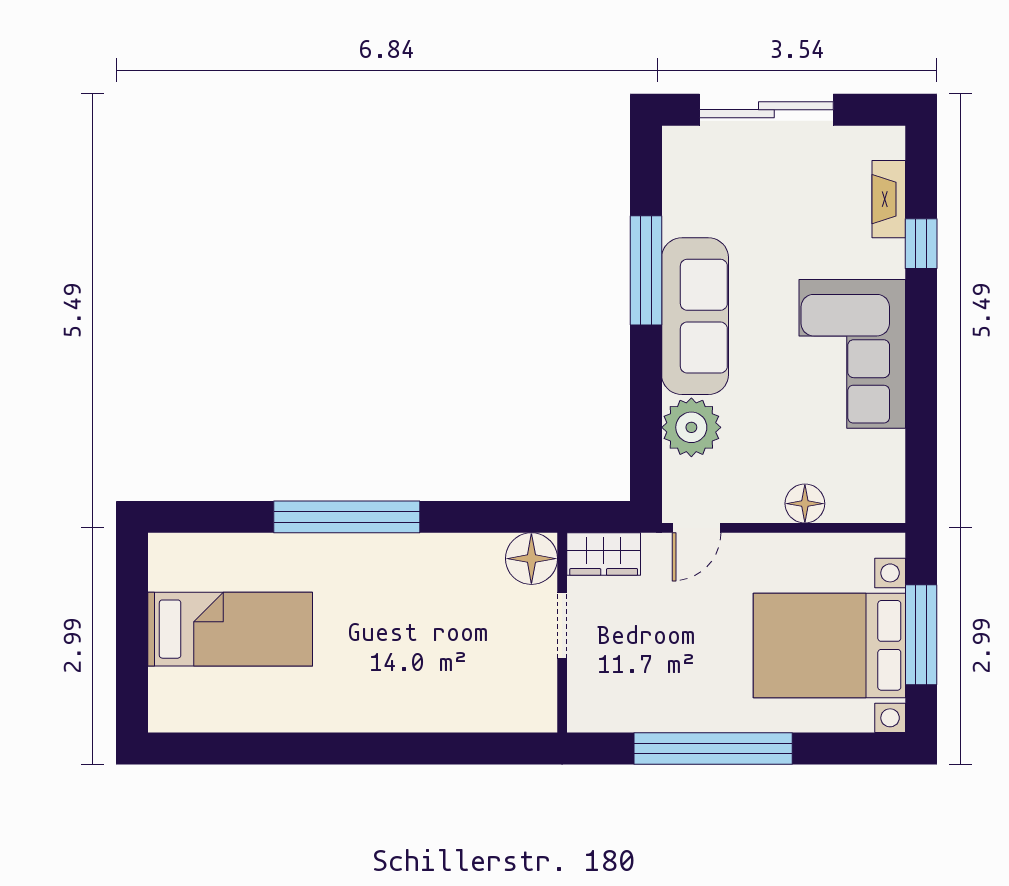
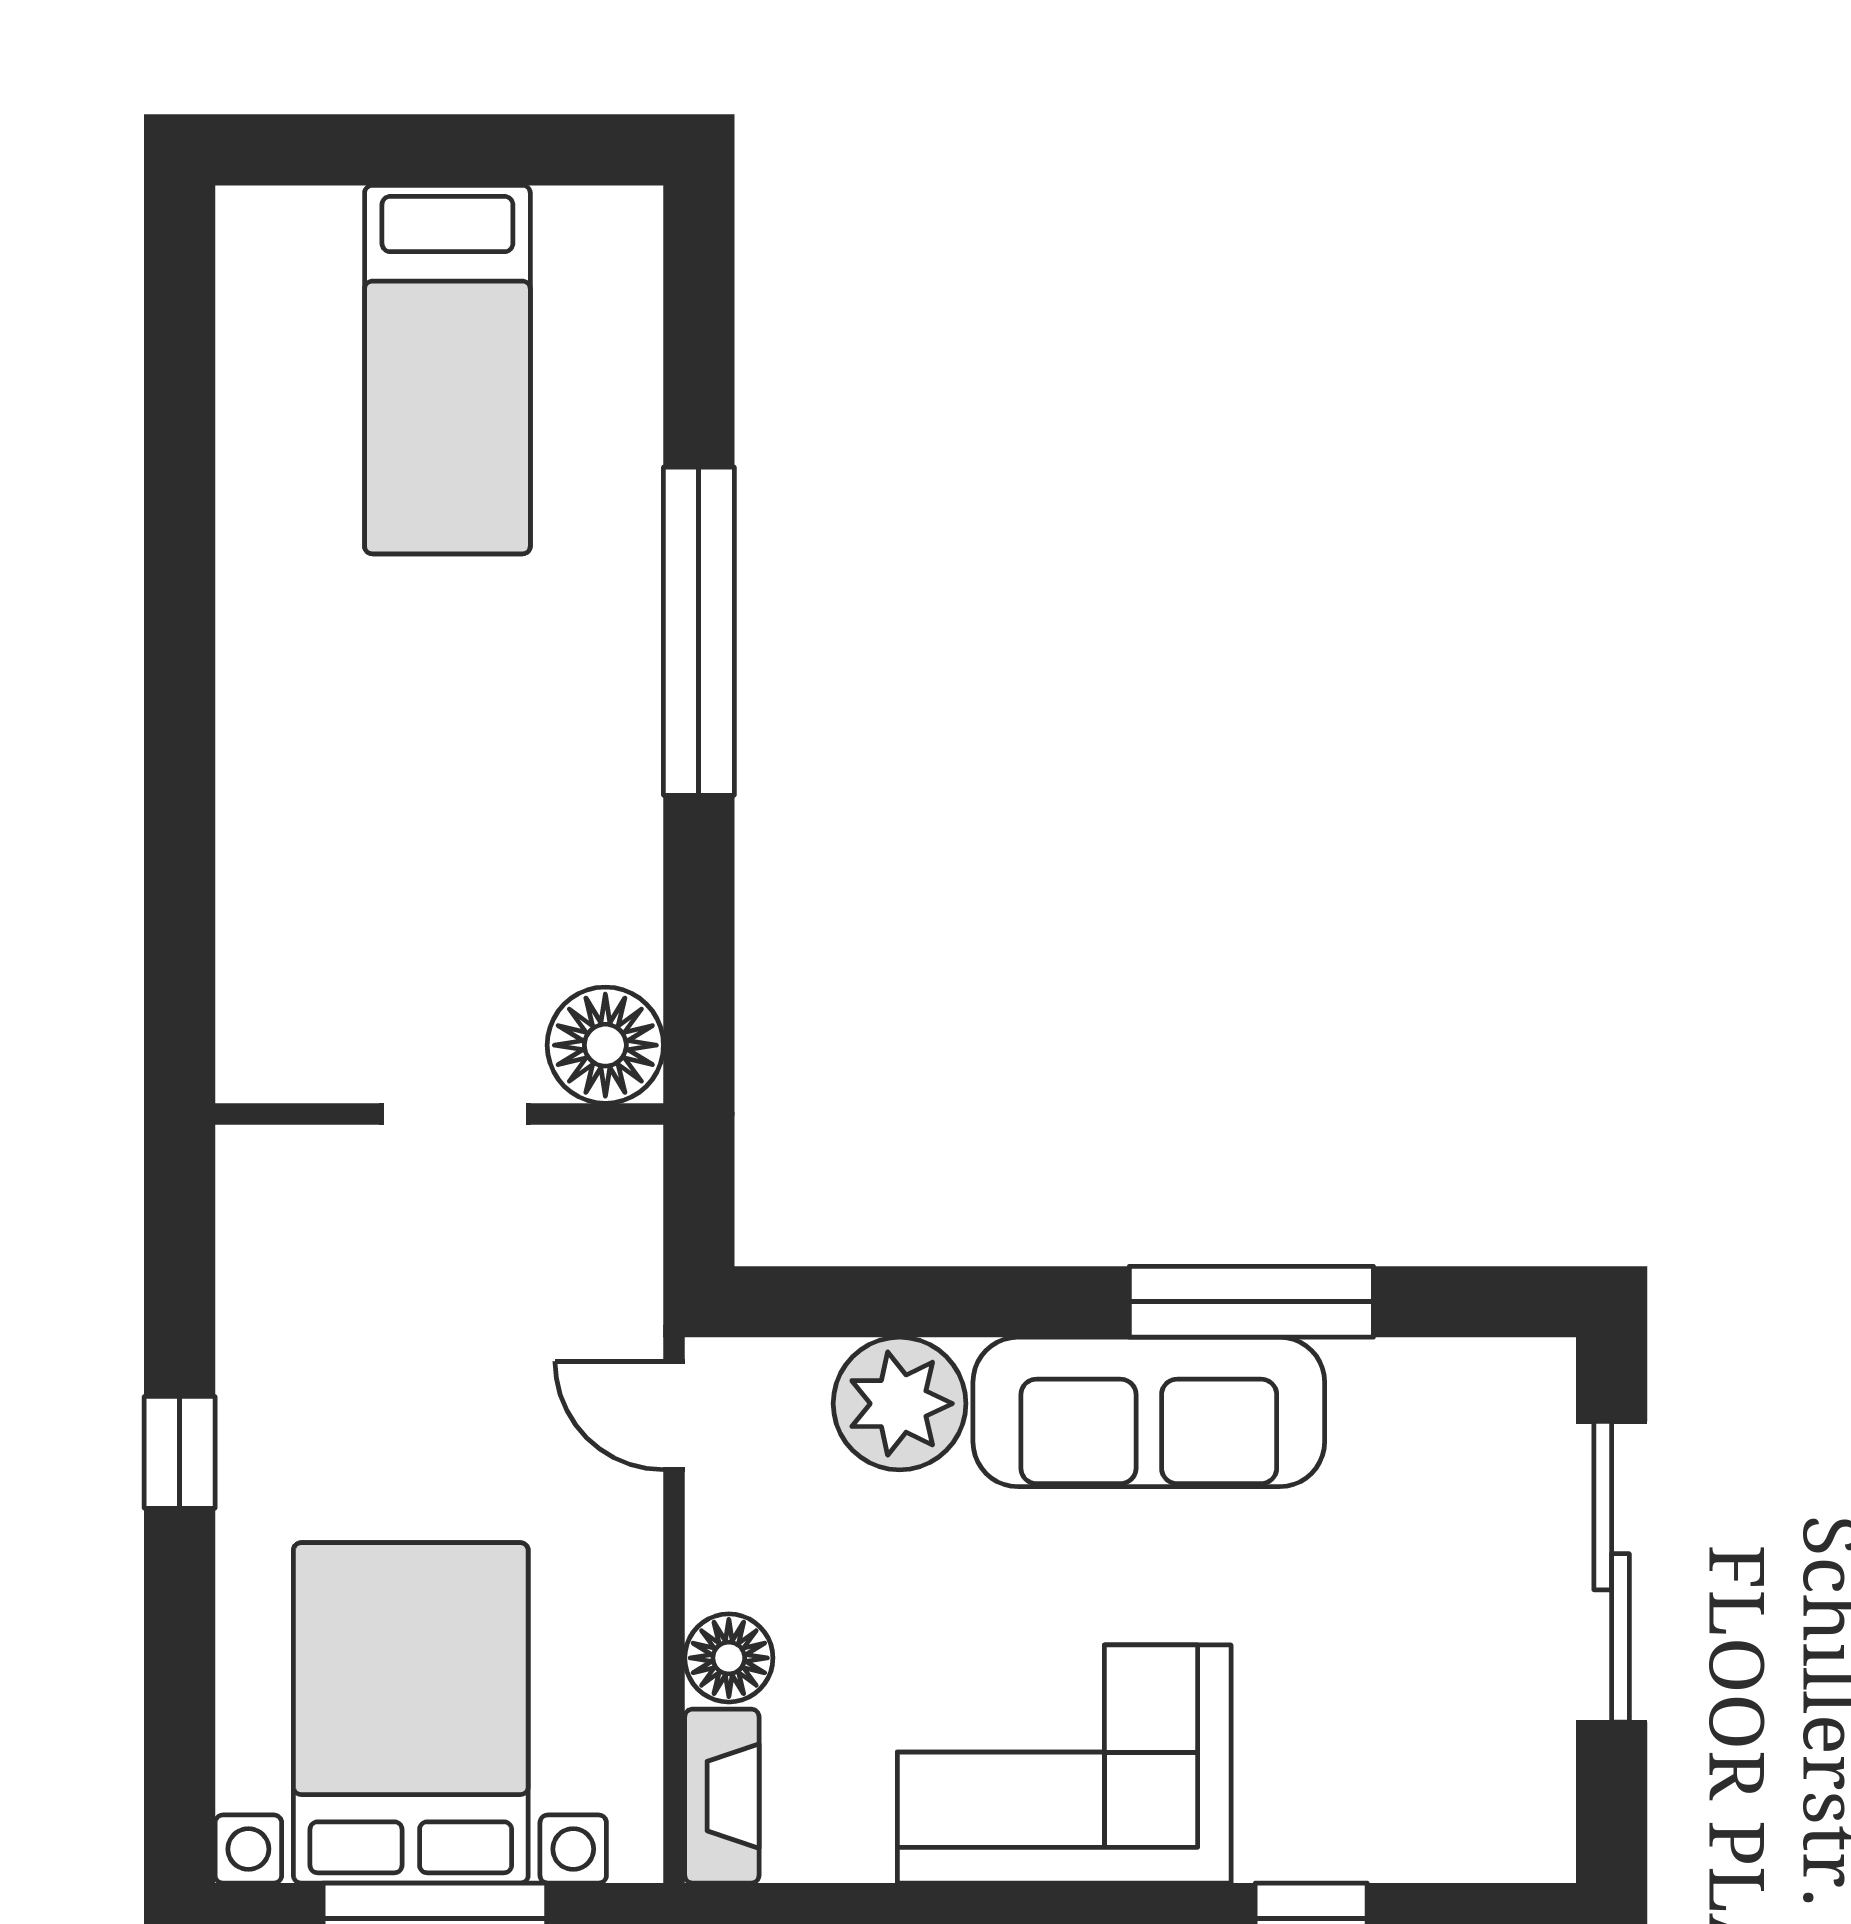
fireplace: (889, 199) -> (722, 1796), moved, turned 90
wardrobe: (604, 554) -> (616, 1207), removed
window: (713, 749) -> (180, 1452), width x0.32

